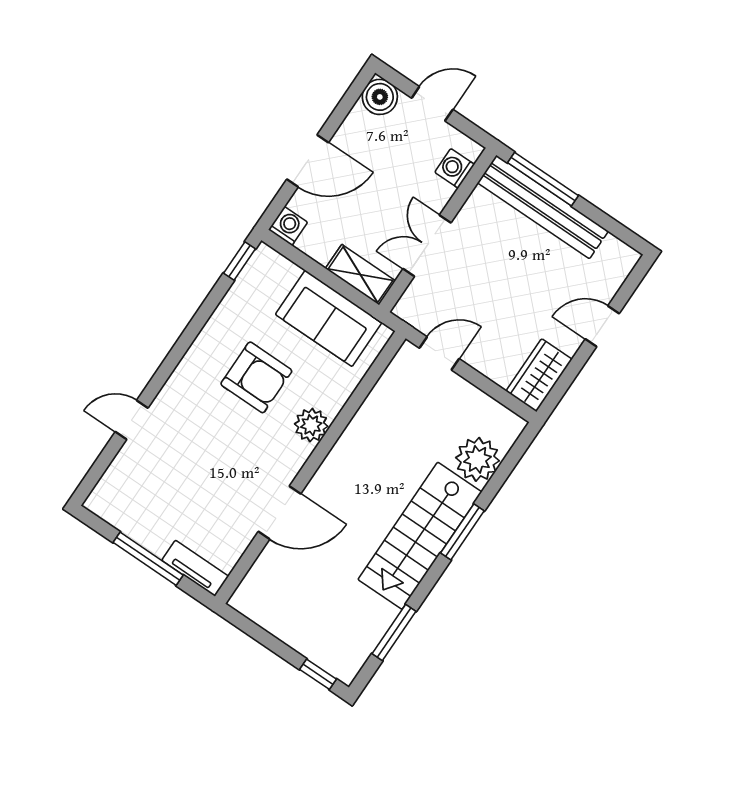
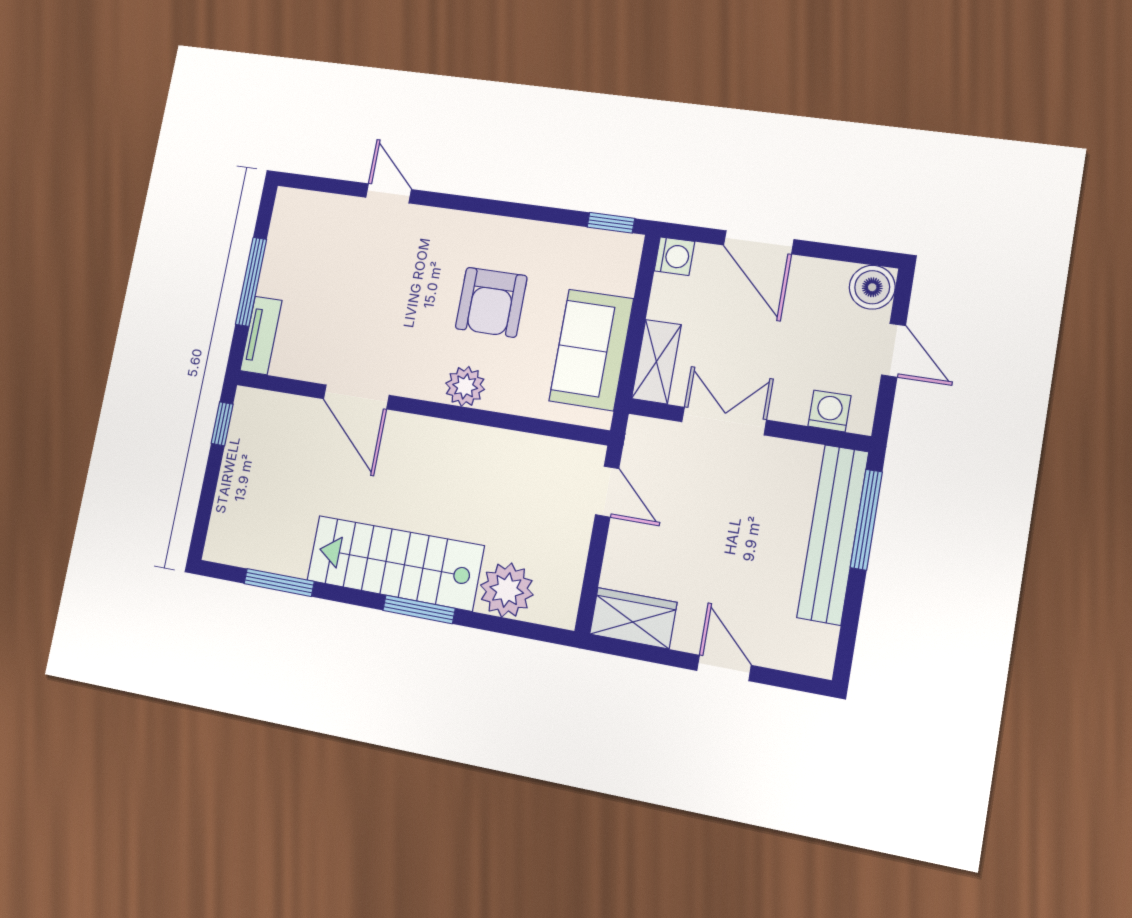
window: (318, 674) -> (222, 424), moved

